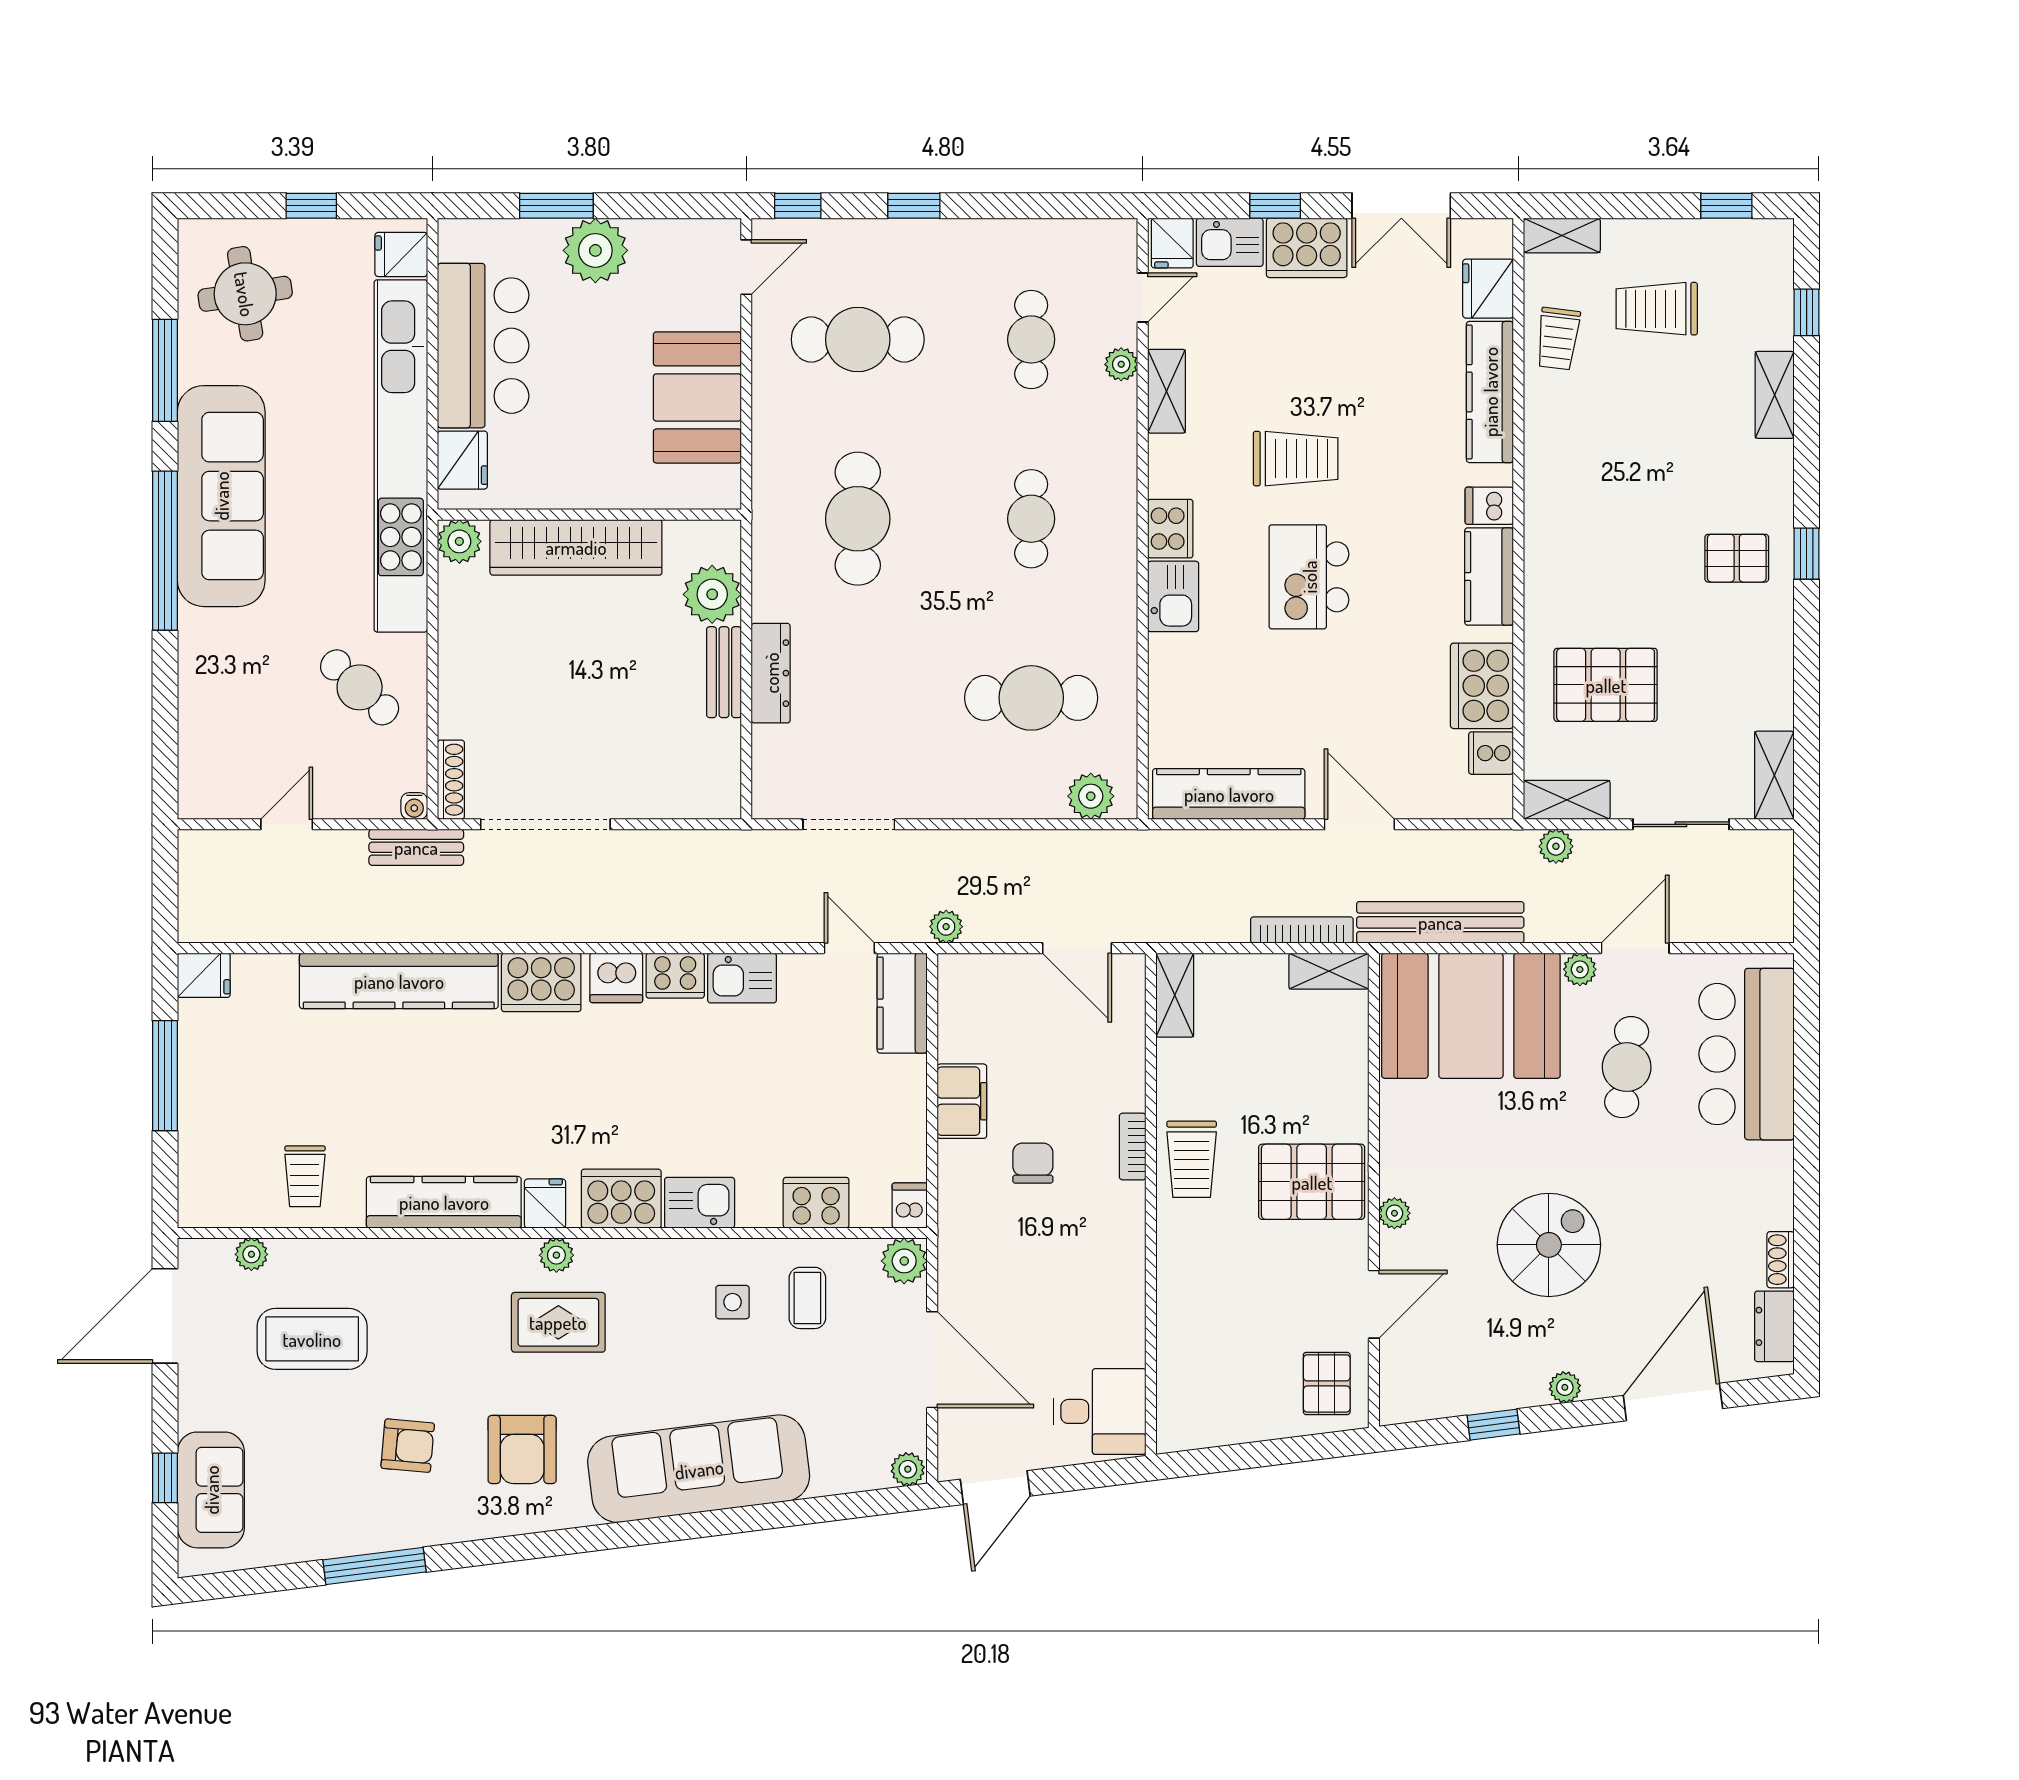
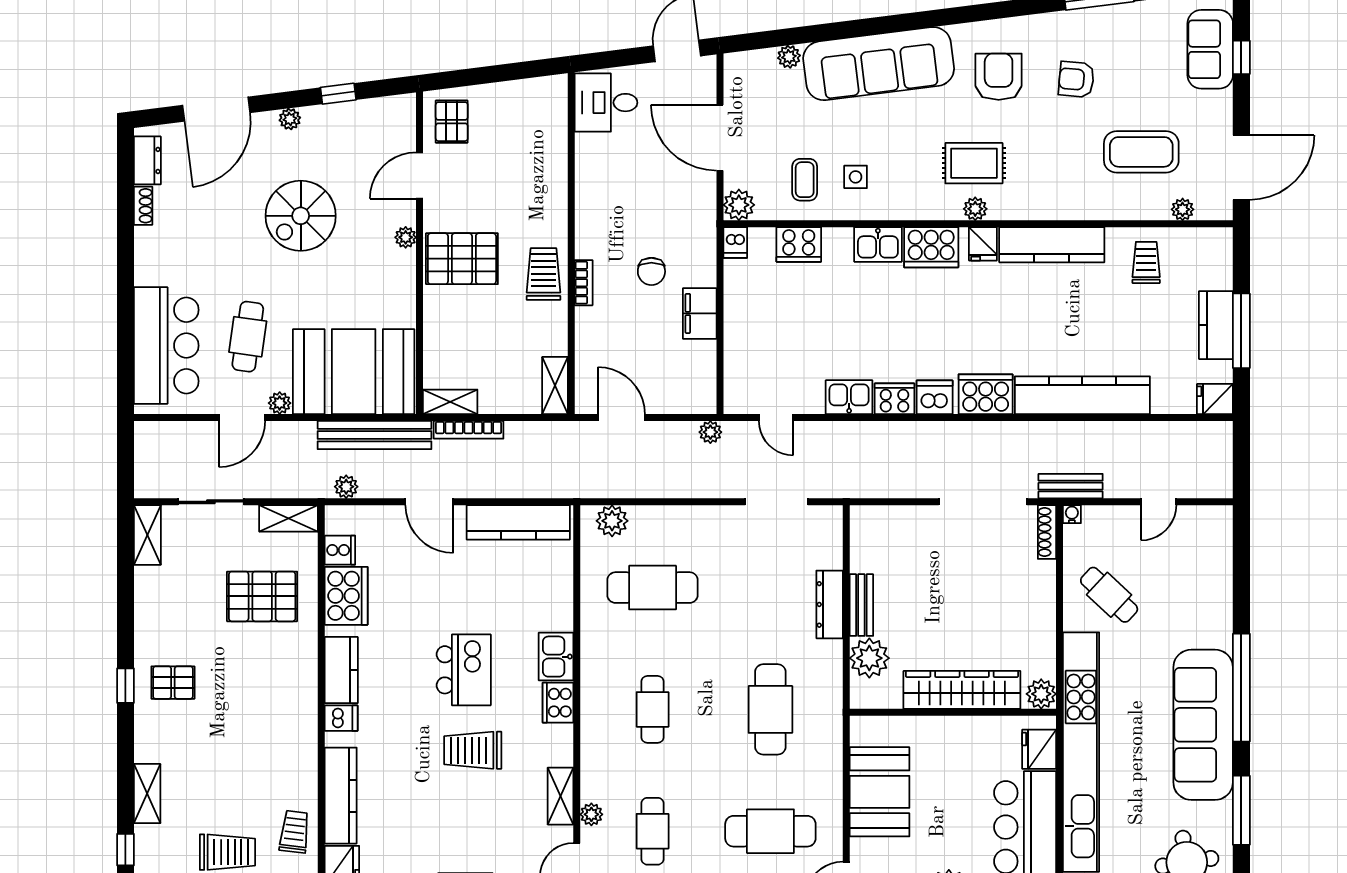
plant: (1556, 846) -> (346, 487), moved
kitchen counter: (902, 1003) -> (1216, 325), moved, turned 180
plant: (908, 1469) -> (789, 57), moved

